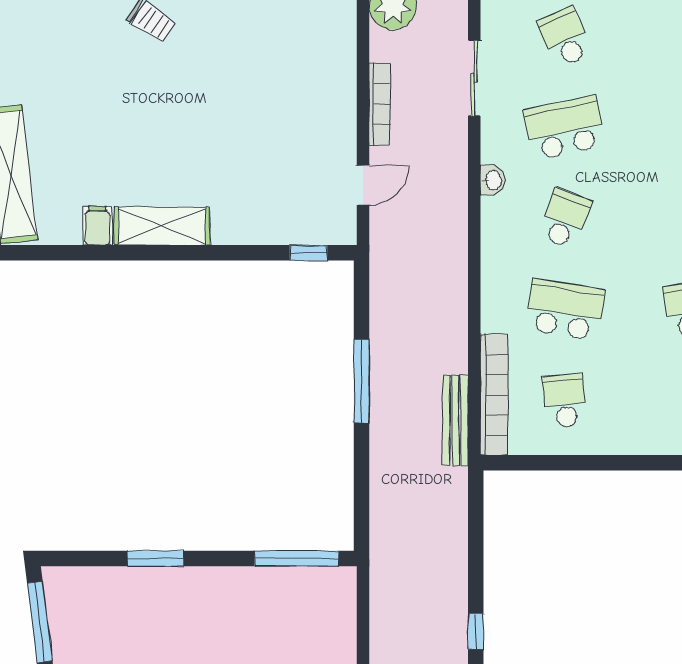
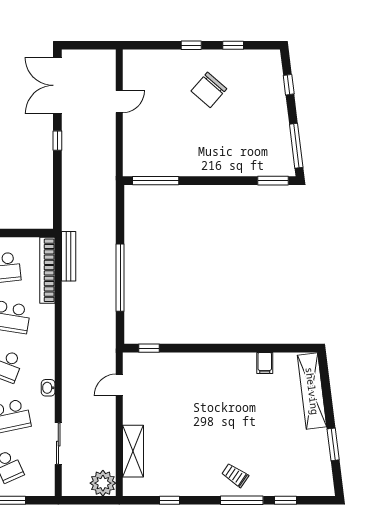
bookcase: (380, 104) -> (110, 429), removed
shelving: (162, 226) -> (133, 451), moved, turned 90
window: (361, 381) -> (120, 278), width x1.46
window: (156, 558) -> (273, 181), moved

